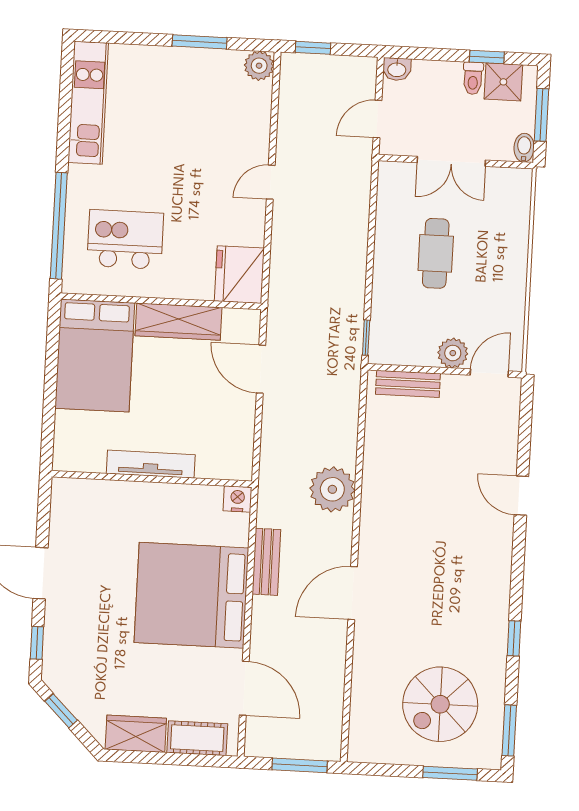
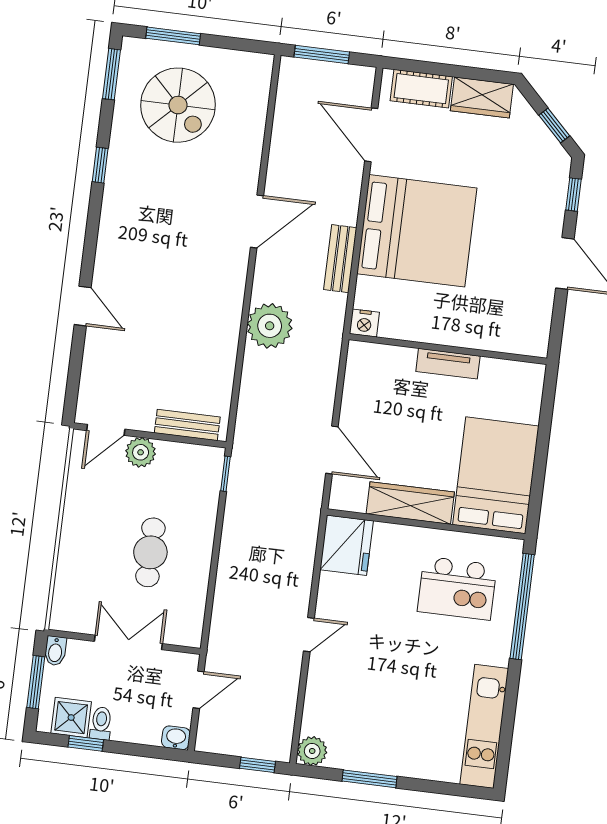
tv unit: (151, 464) -> (448, 364), width x0.71
spiral stairs: (440, 704) -> (178, 105), turned 90

